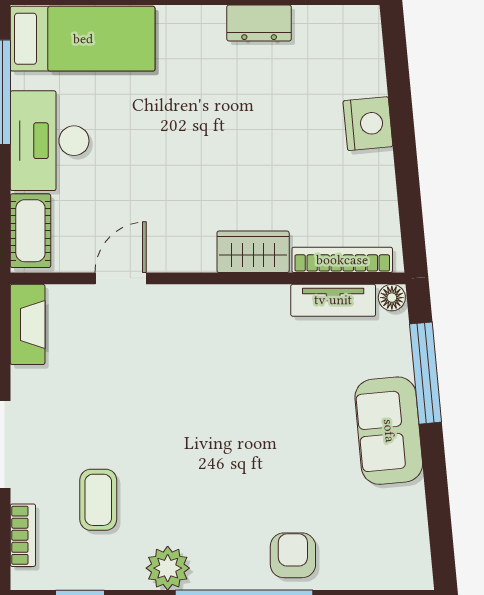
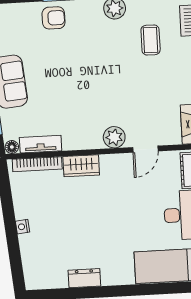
nightstand: (368, 124) -> (22, 227), width x0.53, depth x0.56
plant: (183, 306) -> (114, 137), added
armchair: (293, 555) -> (54, 18), turned -90

